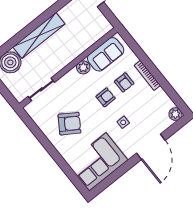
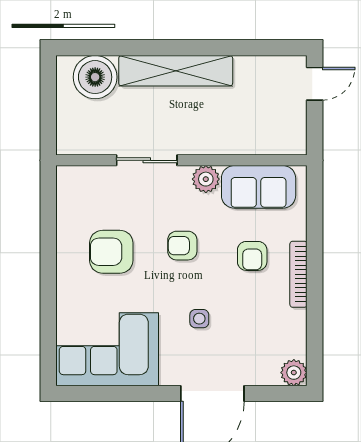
sliding door: (41, 89) -> (147, 160), moved
armchair: (106, 97) -> (182, 246), moved, turned 180
armchair: (69, 124) -> (111, 252), turned 147

